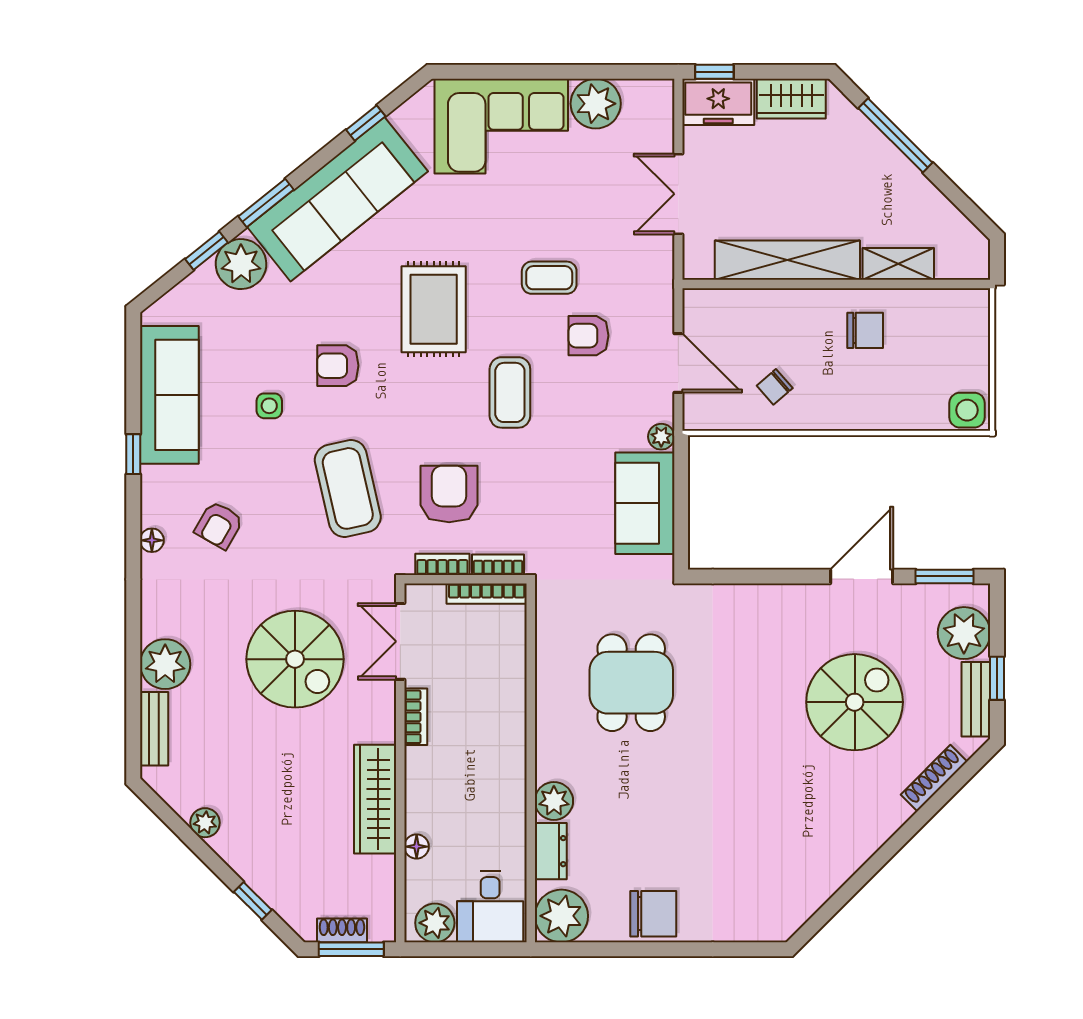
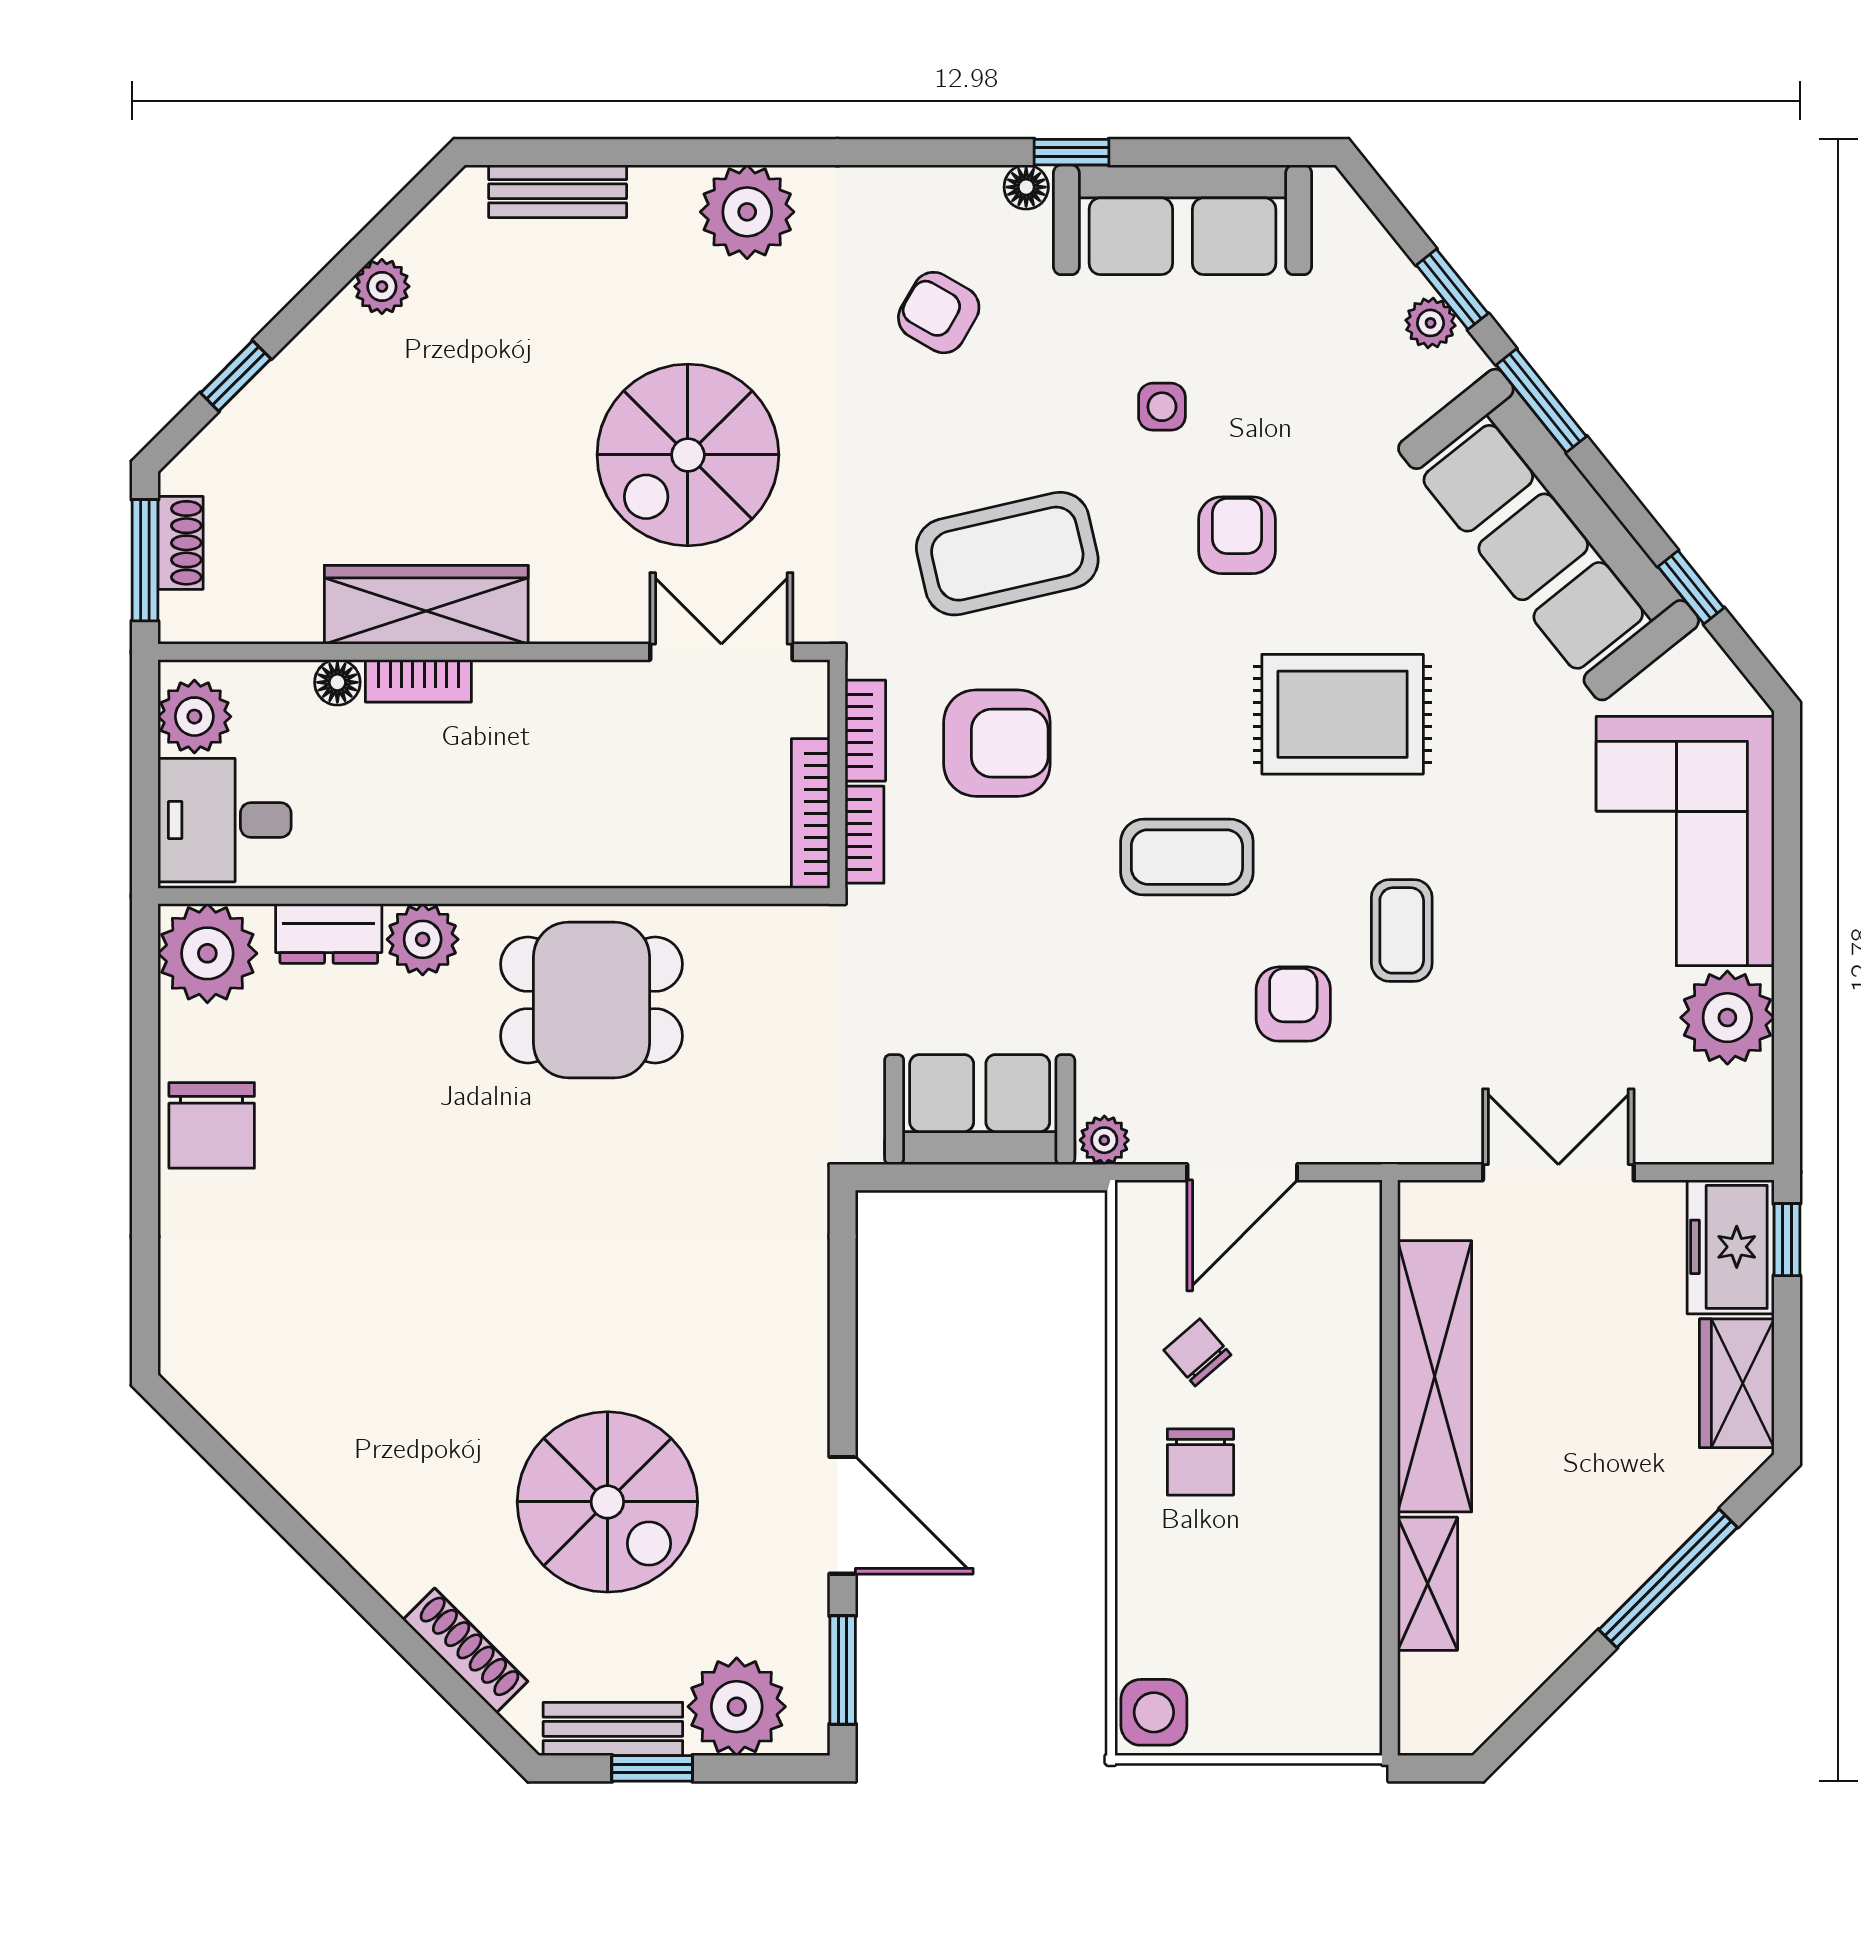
plant: (241, 264) -> (1431, 323), width x0.53, depth x0.53
chair: (865, 330) -> (1200, 1462), moved
floor lamp: (152, 540) -> (1026, 187), moved
plant: (165, 664) -> (747, 212), moved
dining table: (631, 683) -> (592, 1000), moved
bookcase: (416, 717) -> (418, 681), moved

